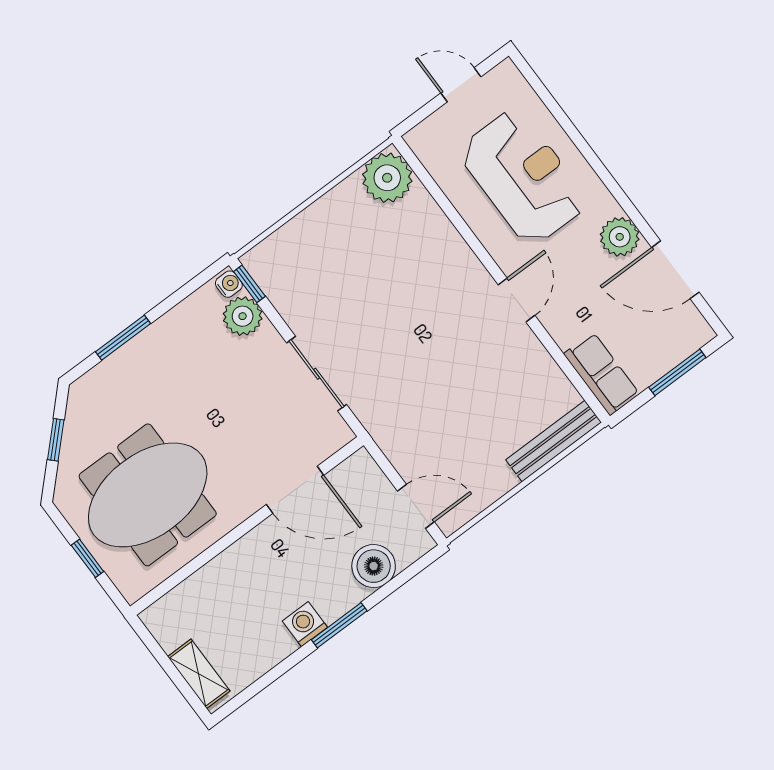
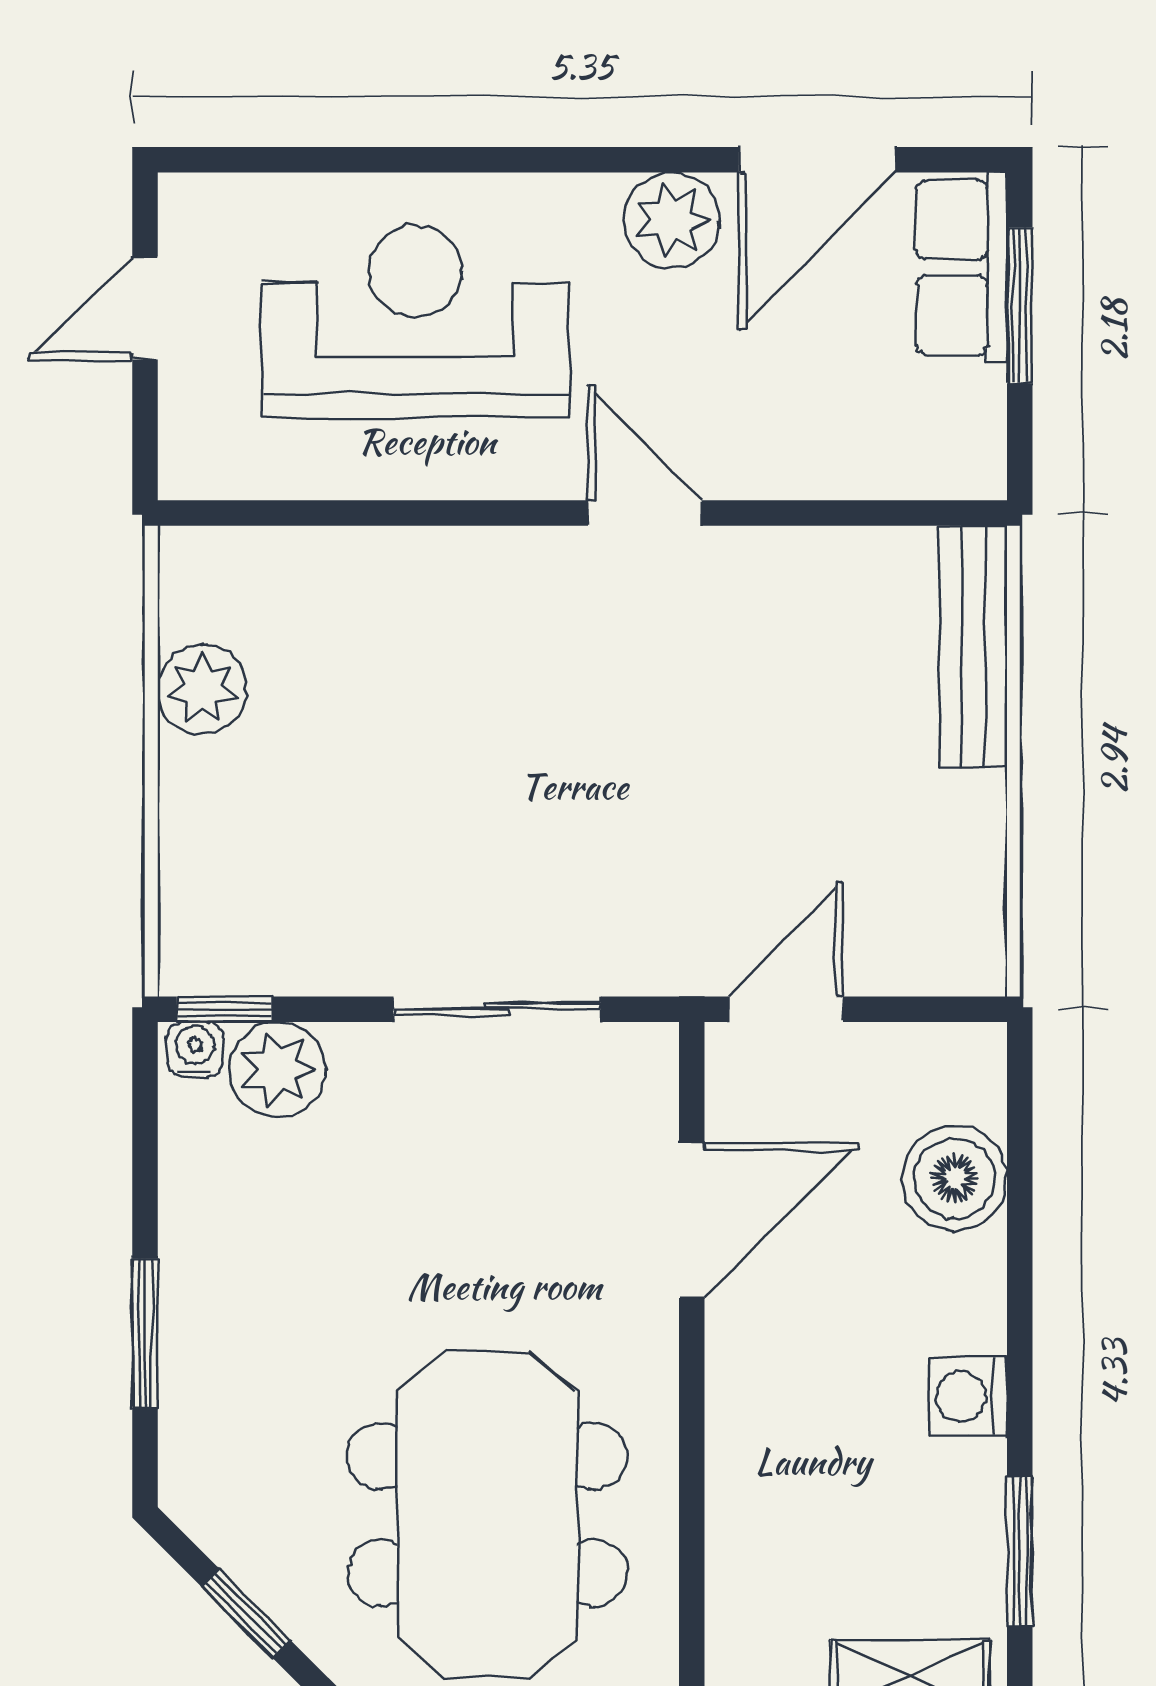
plant: (387, 178) -> (202, 689), moved, width x0.73, depth x0.73
row of seats: (602, 374) -> (962, 267), moved, turned -90
door: (416, 506) -> (786, 1009), moved
window: (339, 625) -> (1020, 1552), moved

